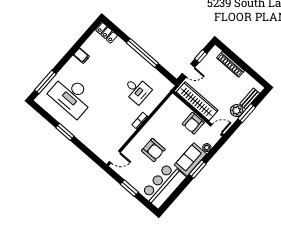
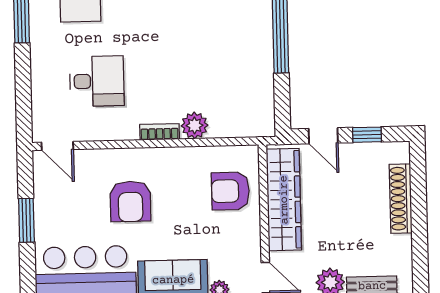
desk: (137, 90) -> (97, 81), moved, turned -90
plant: (148, 108) -> (195, 125), added
armchair: (193, 123) -> (230, 191), moved

